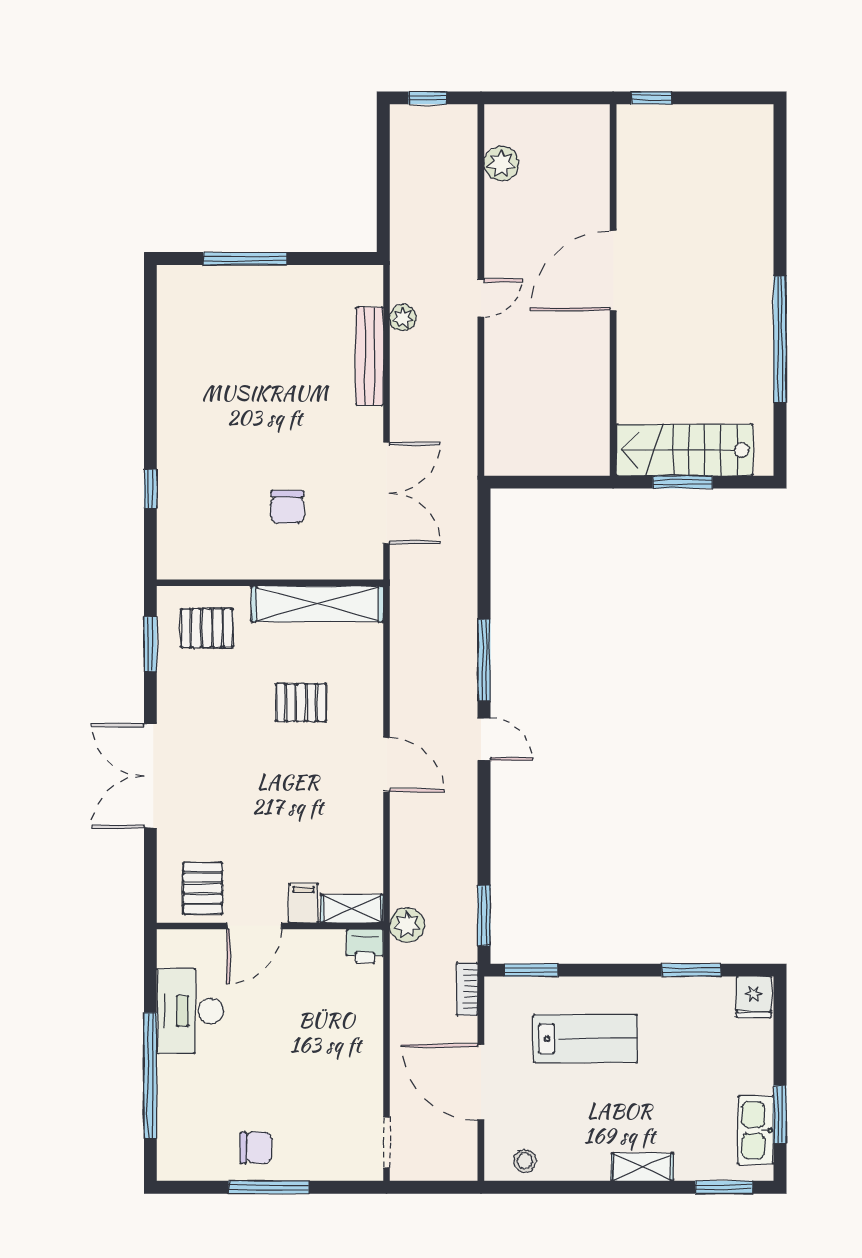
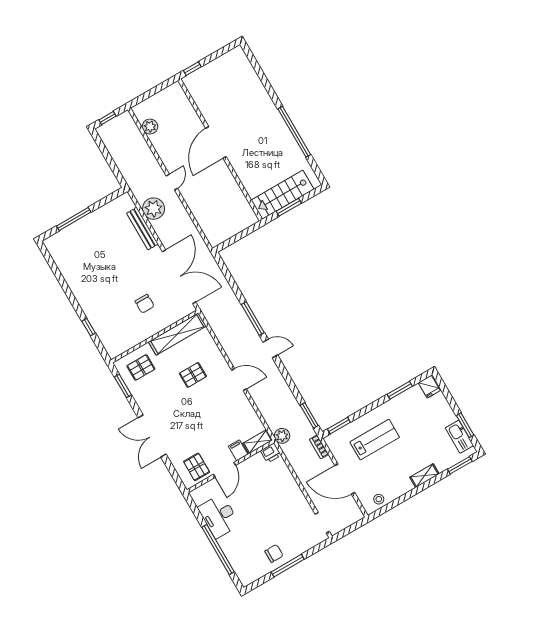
plant: (403, 318) -> (154, 209), width x1.88, depth x1.88
double door: (386, 493) -> (179, 277), width x1.36

